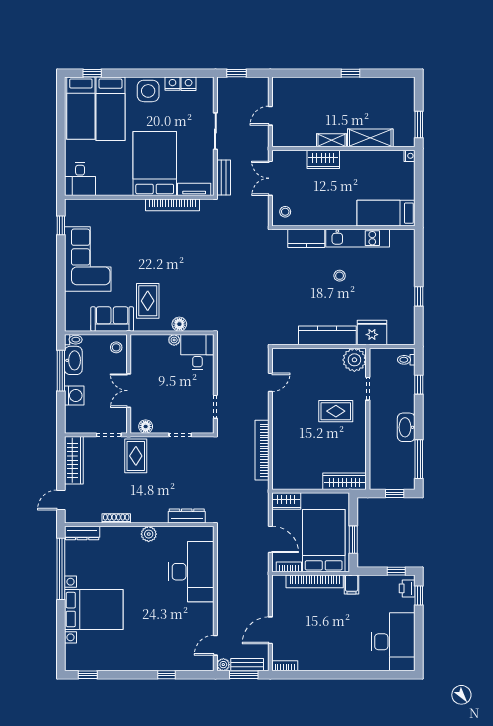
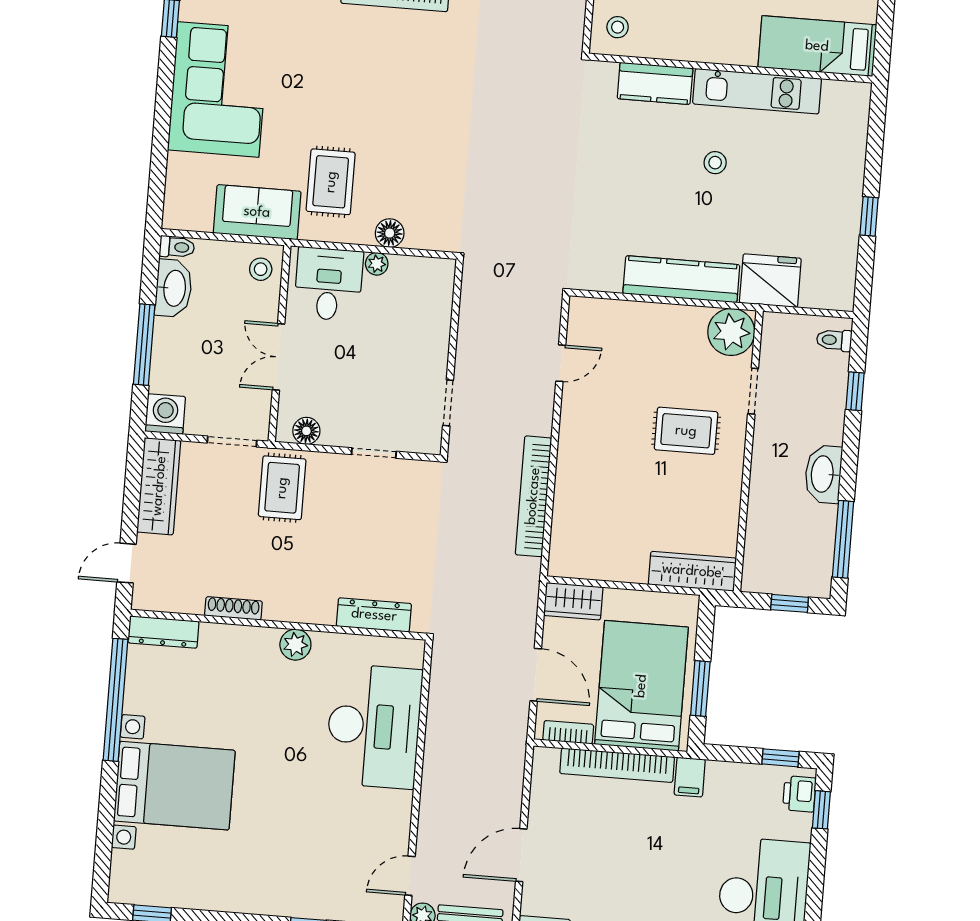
desk: (197, 352) -> (328, 284), moved
window: (61, 371) -> (144, 345), moved
washing machine: (74, 396) -> (165, 414), moved, turned -90

